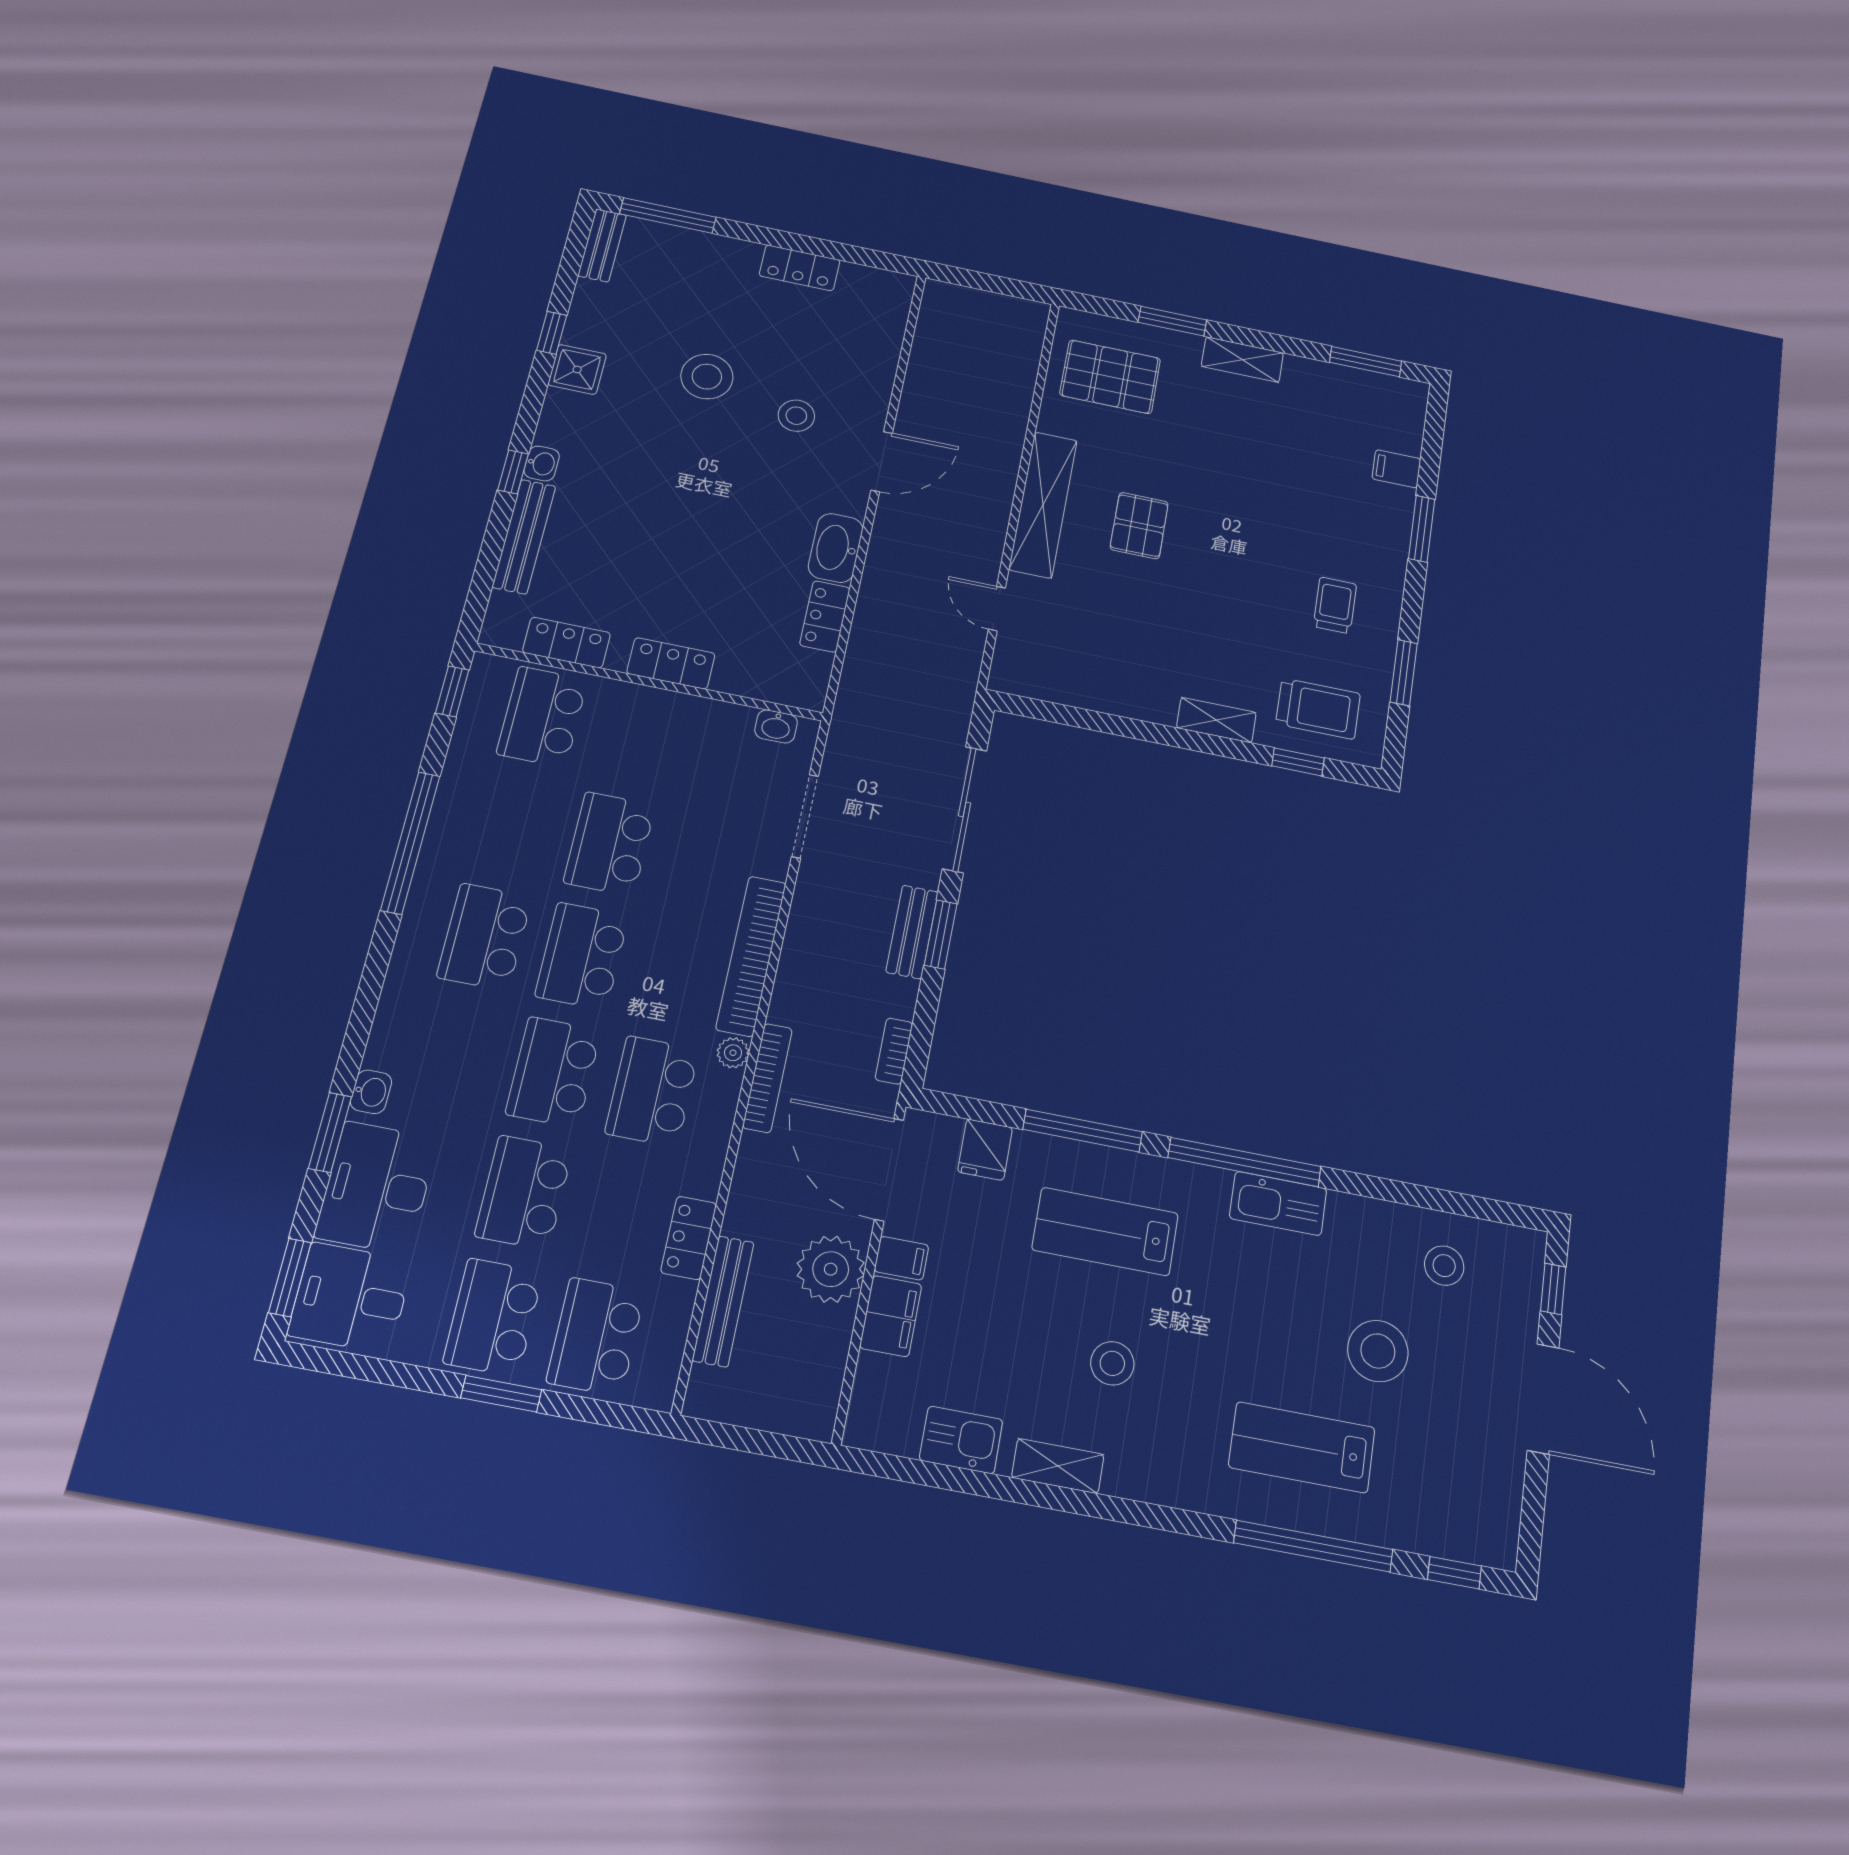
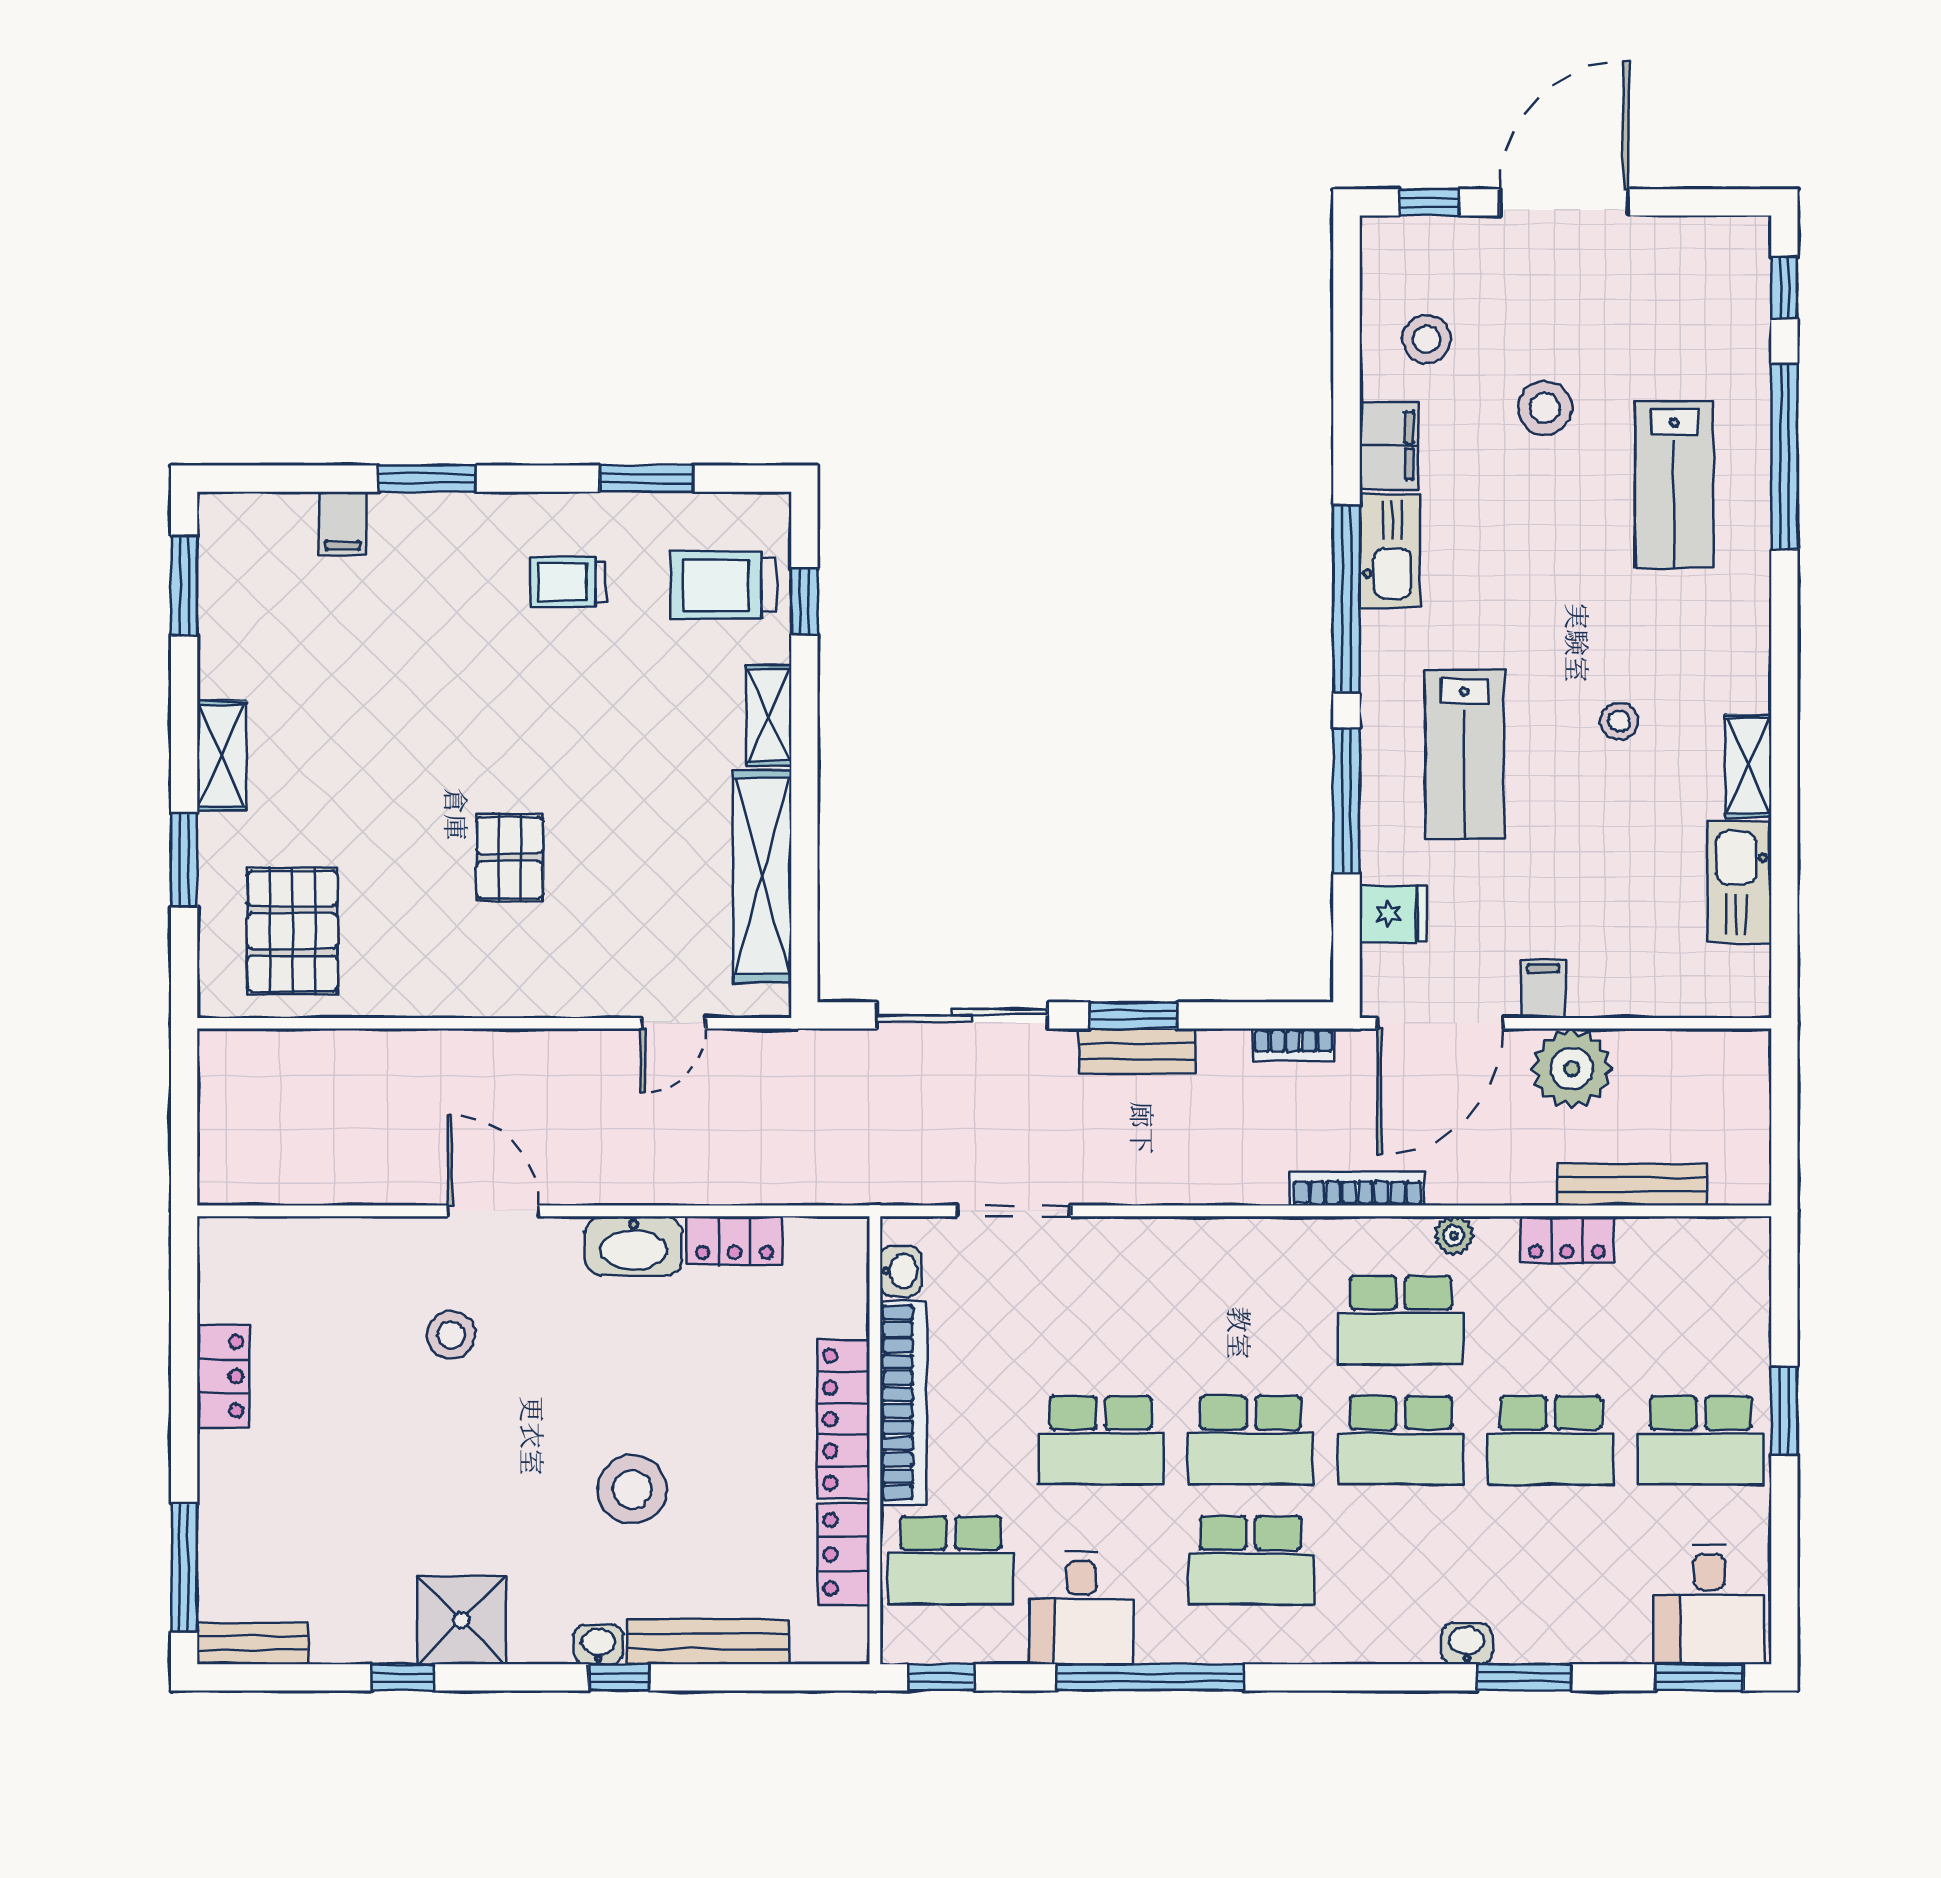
shower: (577, 369) -> (461, 1620), width x1.36, depth x1.36
stool: (707, 377) -> (632, 1489), moved
shelving: (1043, 505) -> (762, 876), moved, turned 90
pallet: (1139, 526) -> (510, 857), turned 90
locker: (671, 663) -> (843, 1419), width x1.53
trolley: (1318, 709) -> (723, 585), turned -90
bookcase: (751, 956) -> (903, 1403), moved, turned -90
plant: (733, 1053) -> (1454, 1236), moved
desk: (377, 1188) -> (1081, 1608), moved, width x0.73
filing cabinet: (891, 1316) -> (1389, 446), moved, turned 90
school desk: (596, 1337) -> (1701, 1320), removed
stool: (1378, 1351) -> (1545, 408), width x0.73, depth x0.73
stool: (1112, 1363) -> (1619, 721), width x0.73, depth x0.73
kitchen sink: (961, 1440) -> (1739, 882), width x1.38

